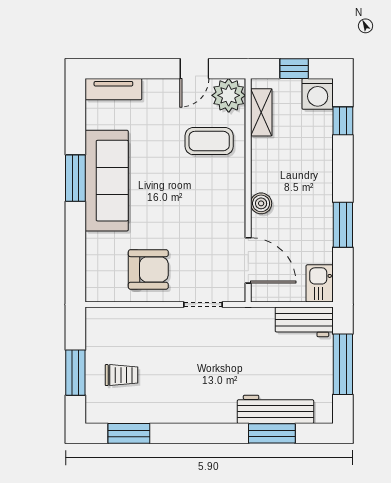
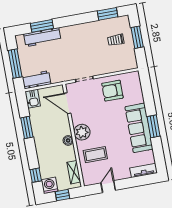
plant: (229, 95) -> (82, 132), moved
boiler: (261, 203) -> (68, 140), moved

